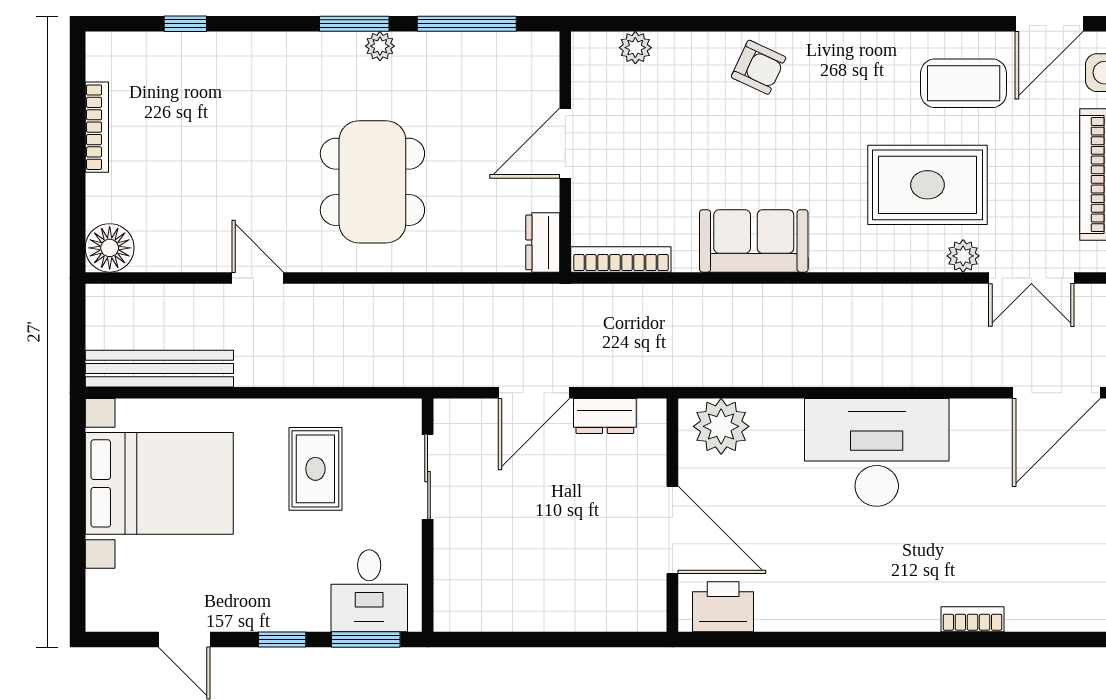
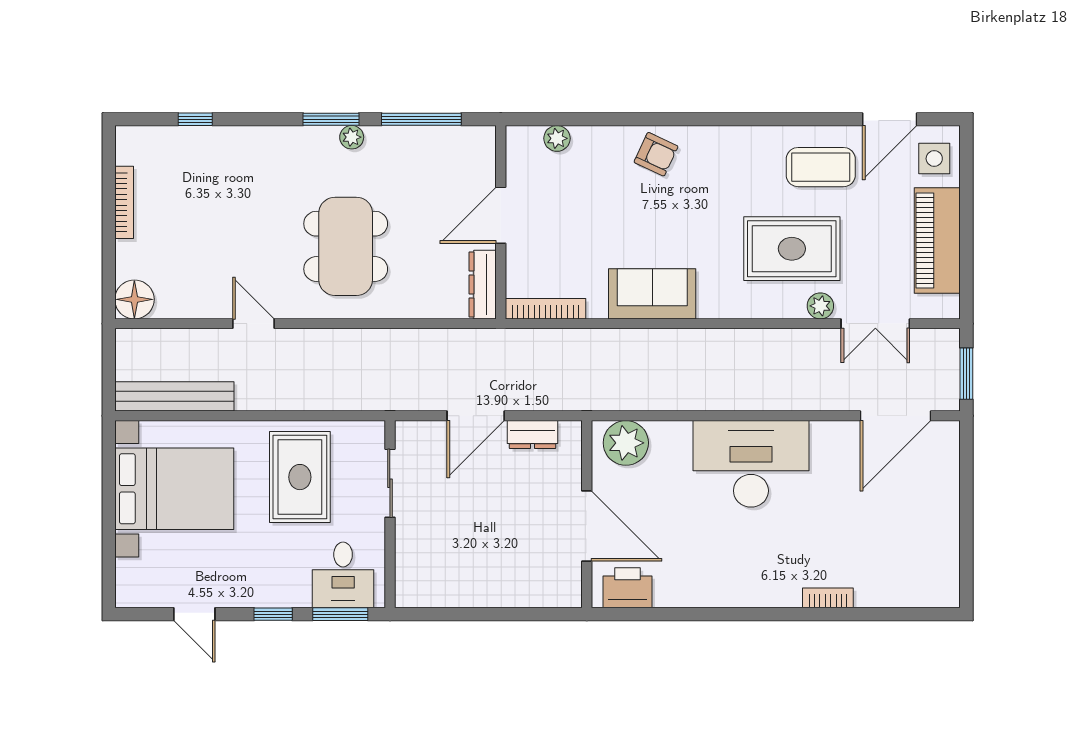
dresser: (543, 242) -> (483, 285), width x1.44
rug: (315, 469) -> (300, 477), width x1.36, depth x1.43

